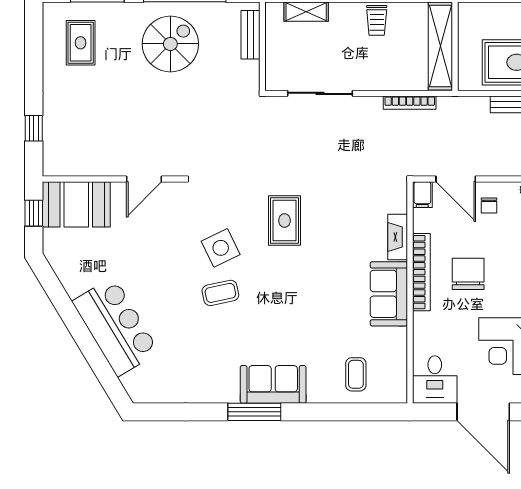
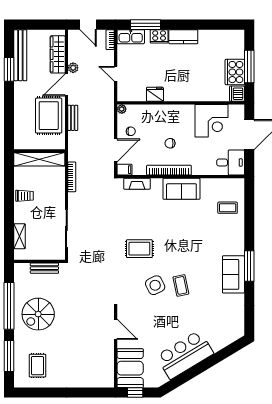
bench: (250, 35) -> (44, 268), moved
rug: (81, 43) -> (37, 366), turned 90
spiral stairs: (170, 44) -> (38, 314), turned -90
window: (34, 128) -> (86, 392), removed
fireplace: (398, 237) -> (137, 184), moved
chair: (468, 274) -> (170, 143), width x0.54, depth x0.54
bar counter: (116, 327) -> (185, 355), moved
sofa: (273, 384) -> (233, 274), moved

